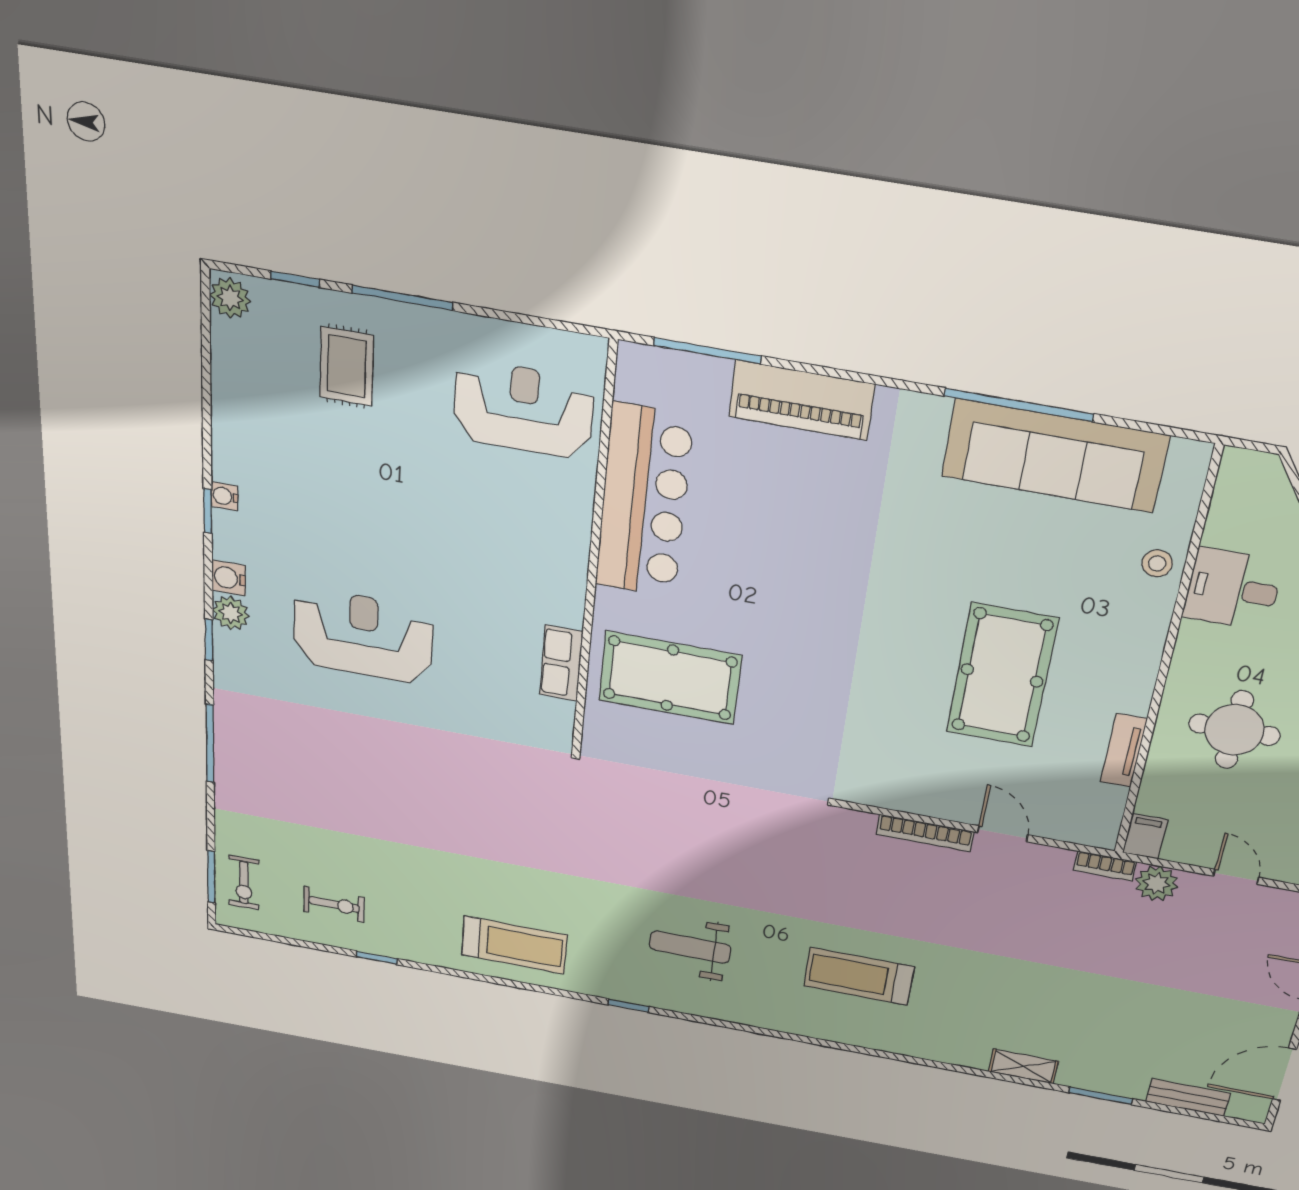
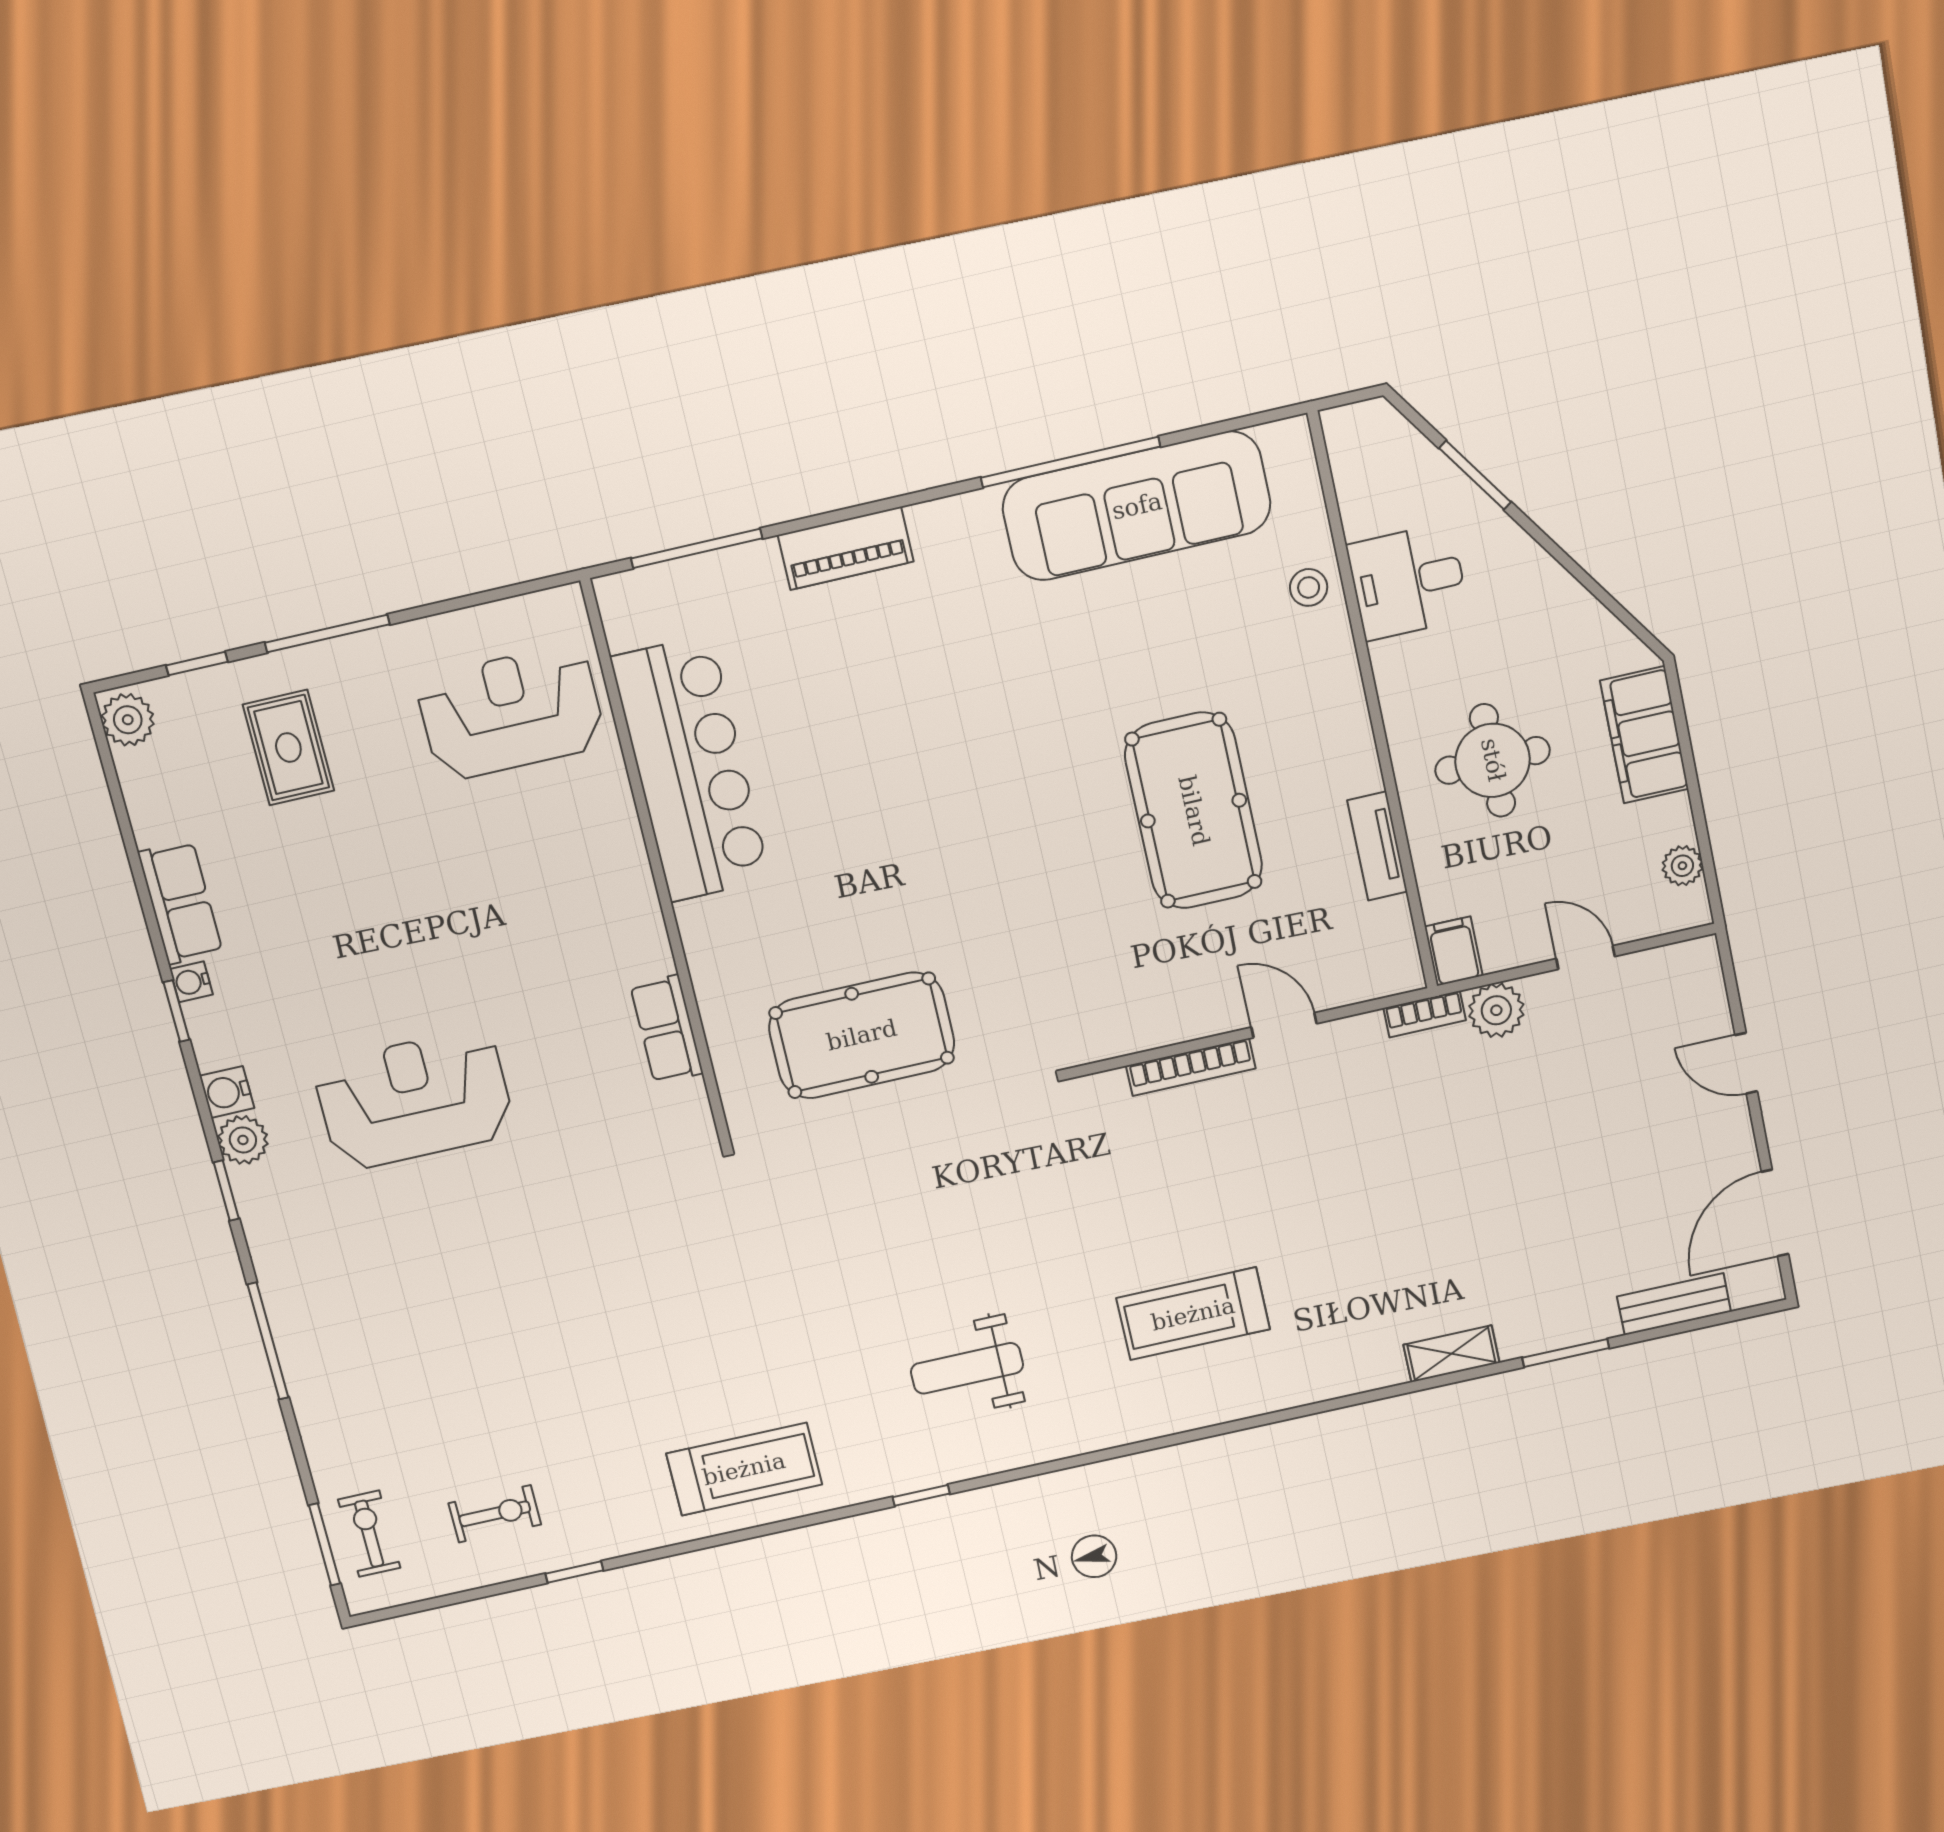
piano: (802, 400) -> (846, 548), width x0.73, depth x0.75
row of seats: (232, 440) -> (180, 902), added
pool table: (670, 678) -> (862, 1035), moved
exercise bike: (244, 883) -> (369, 1534), turned 180

